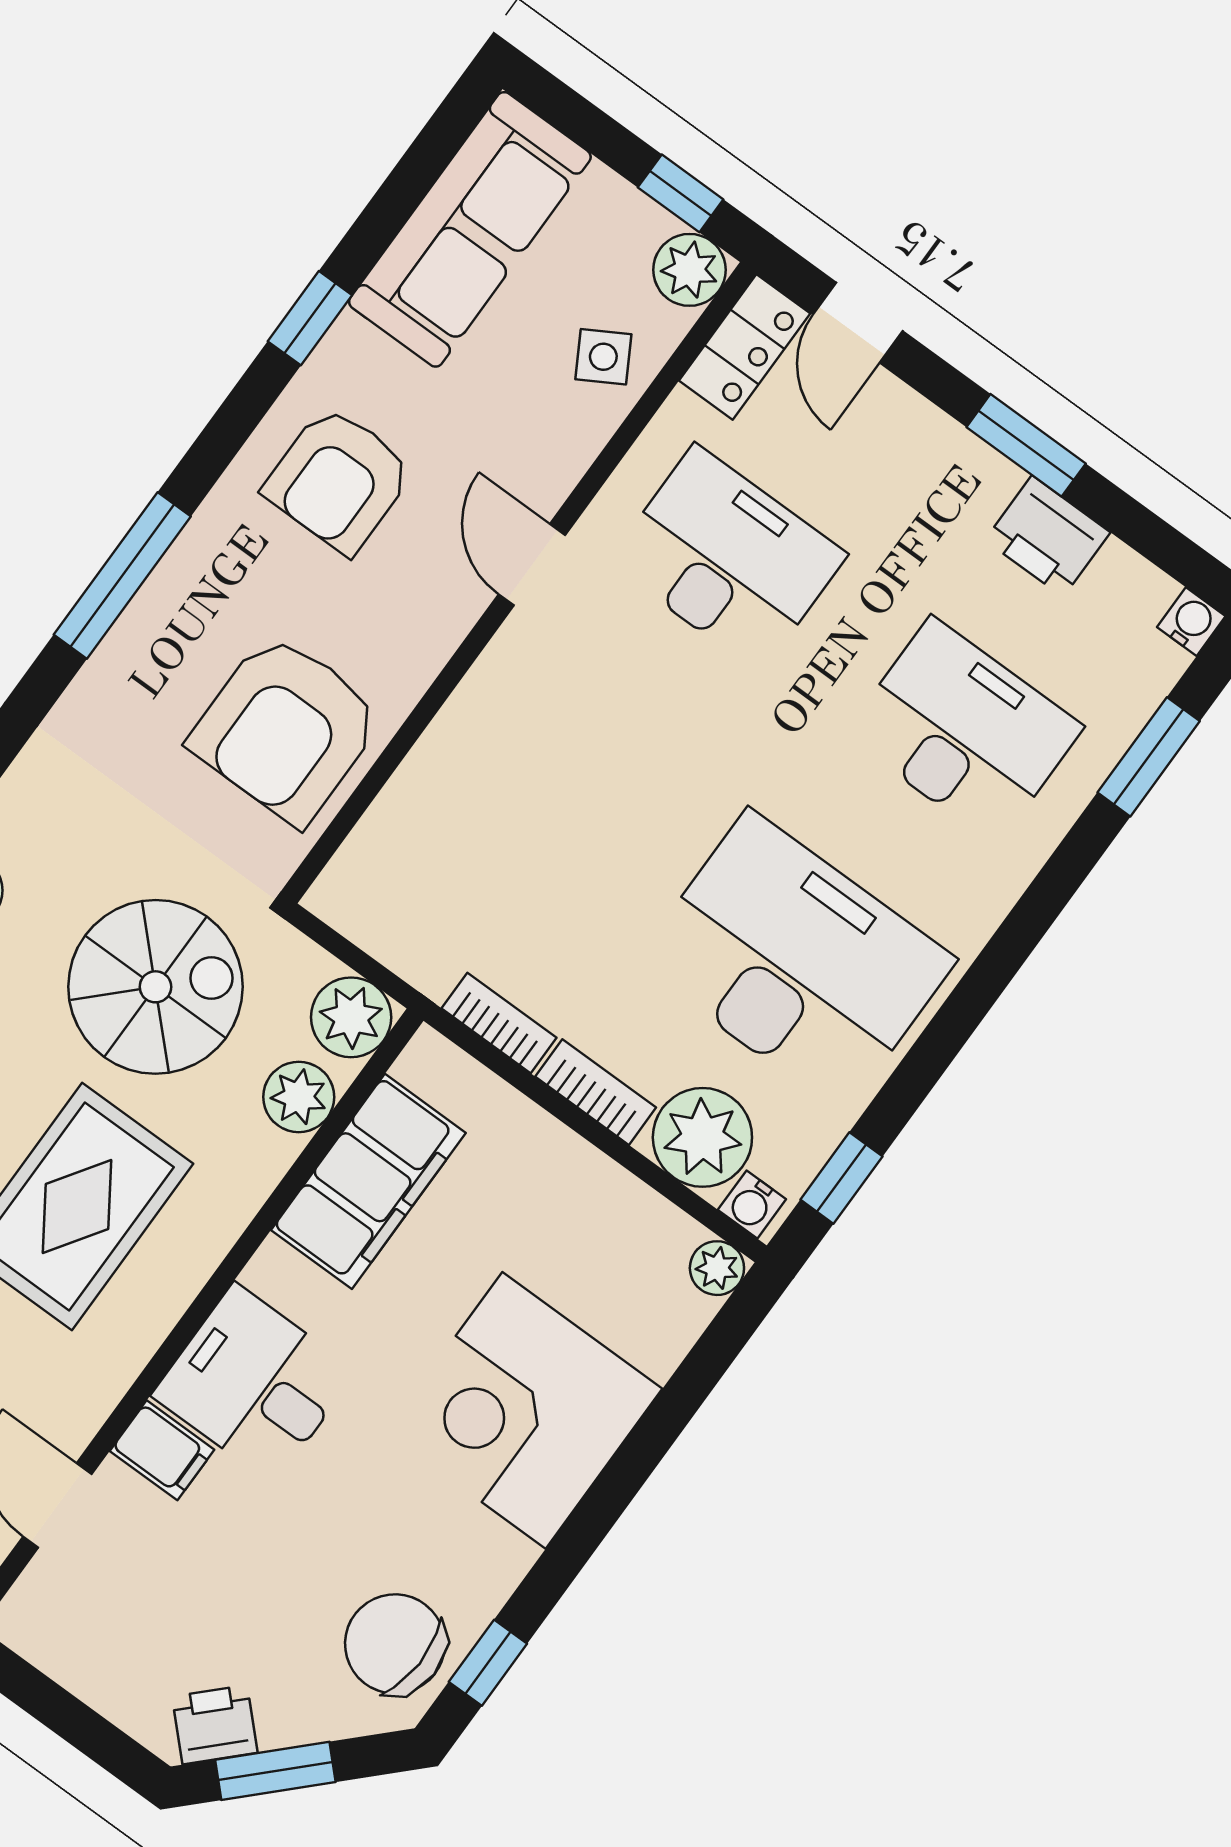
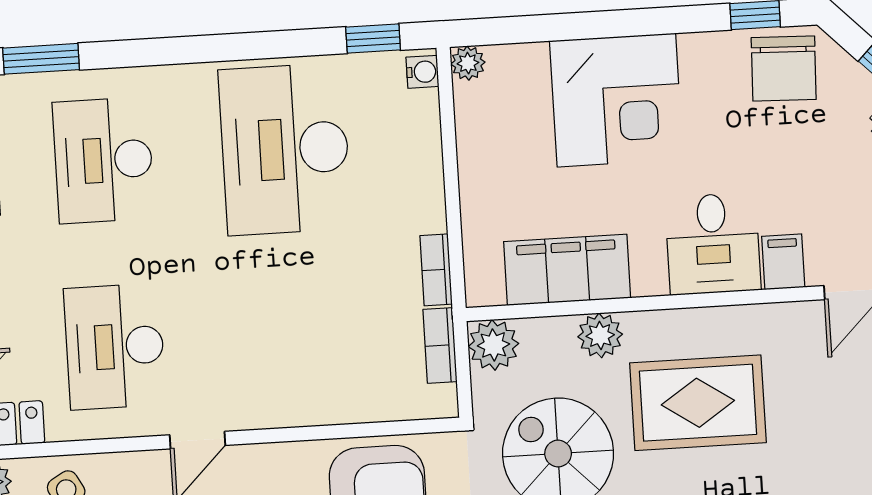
bookcase: (596, 1092) -> (440, 346), moved
plant: (299, 1097) -> (600, 335), moved
plant: (702, 1137) -> (410, 123), removed

